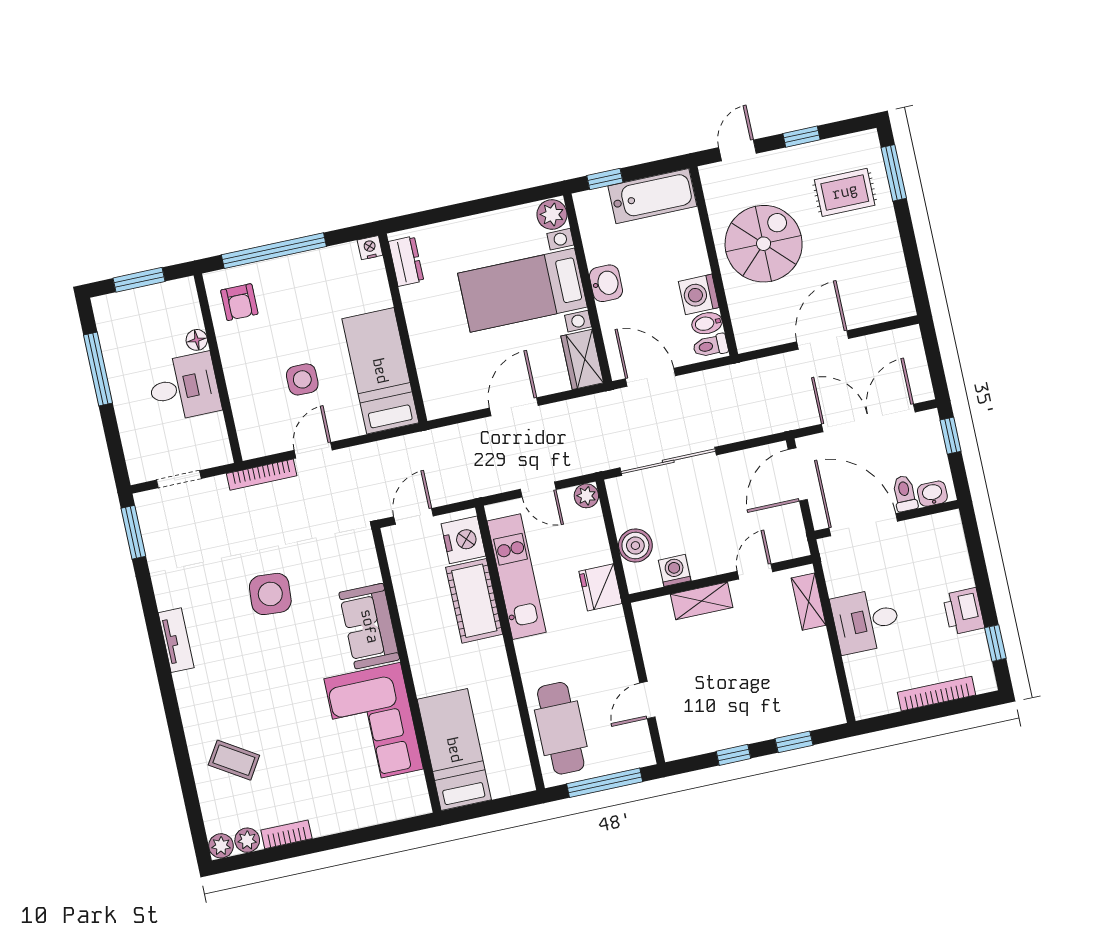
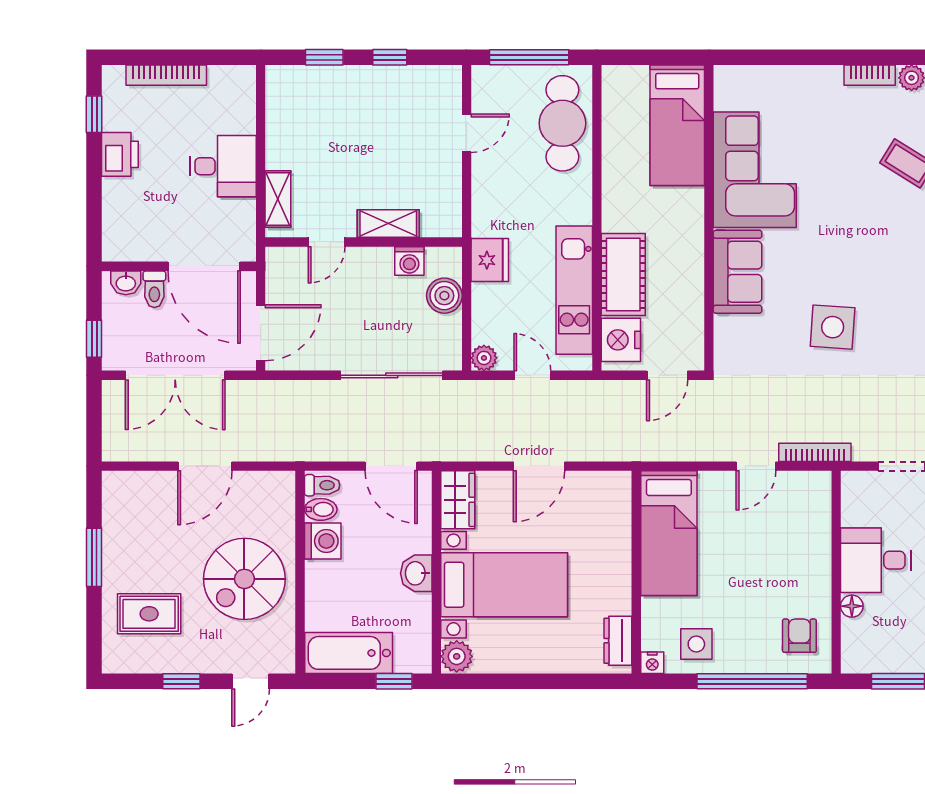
window: (894, 173) -> (94, 557), moved
side table: (302, 379) -> (696, 644), moved

